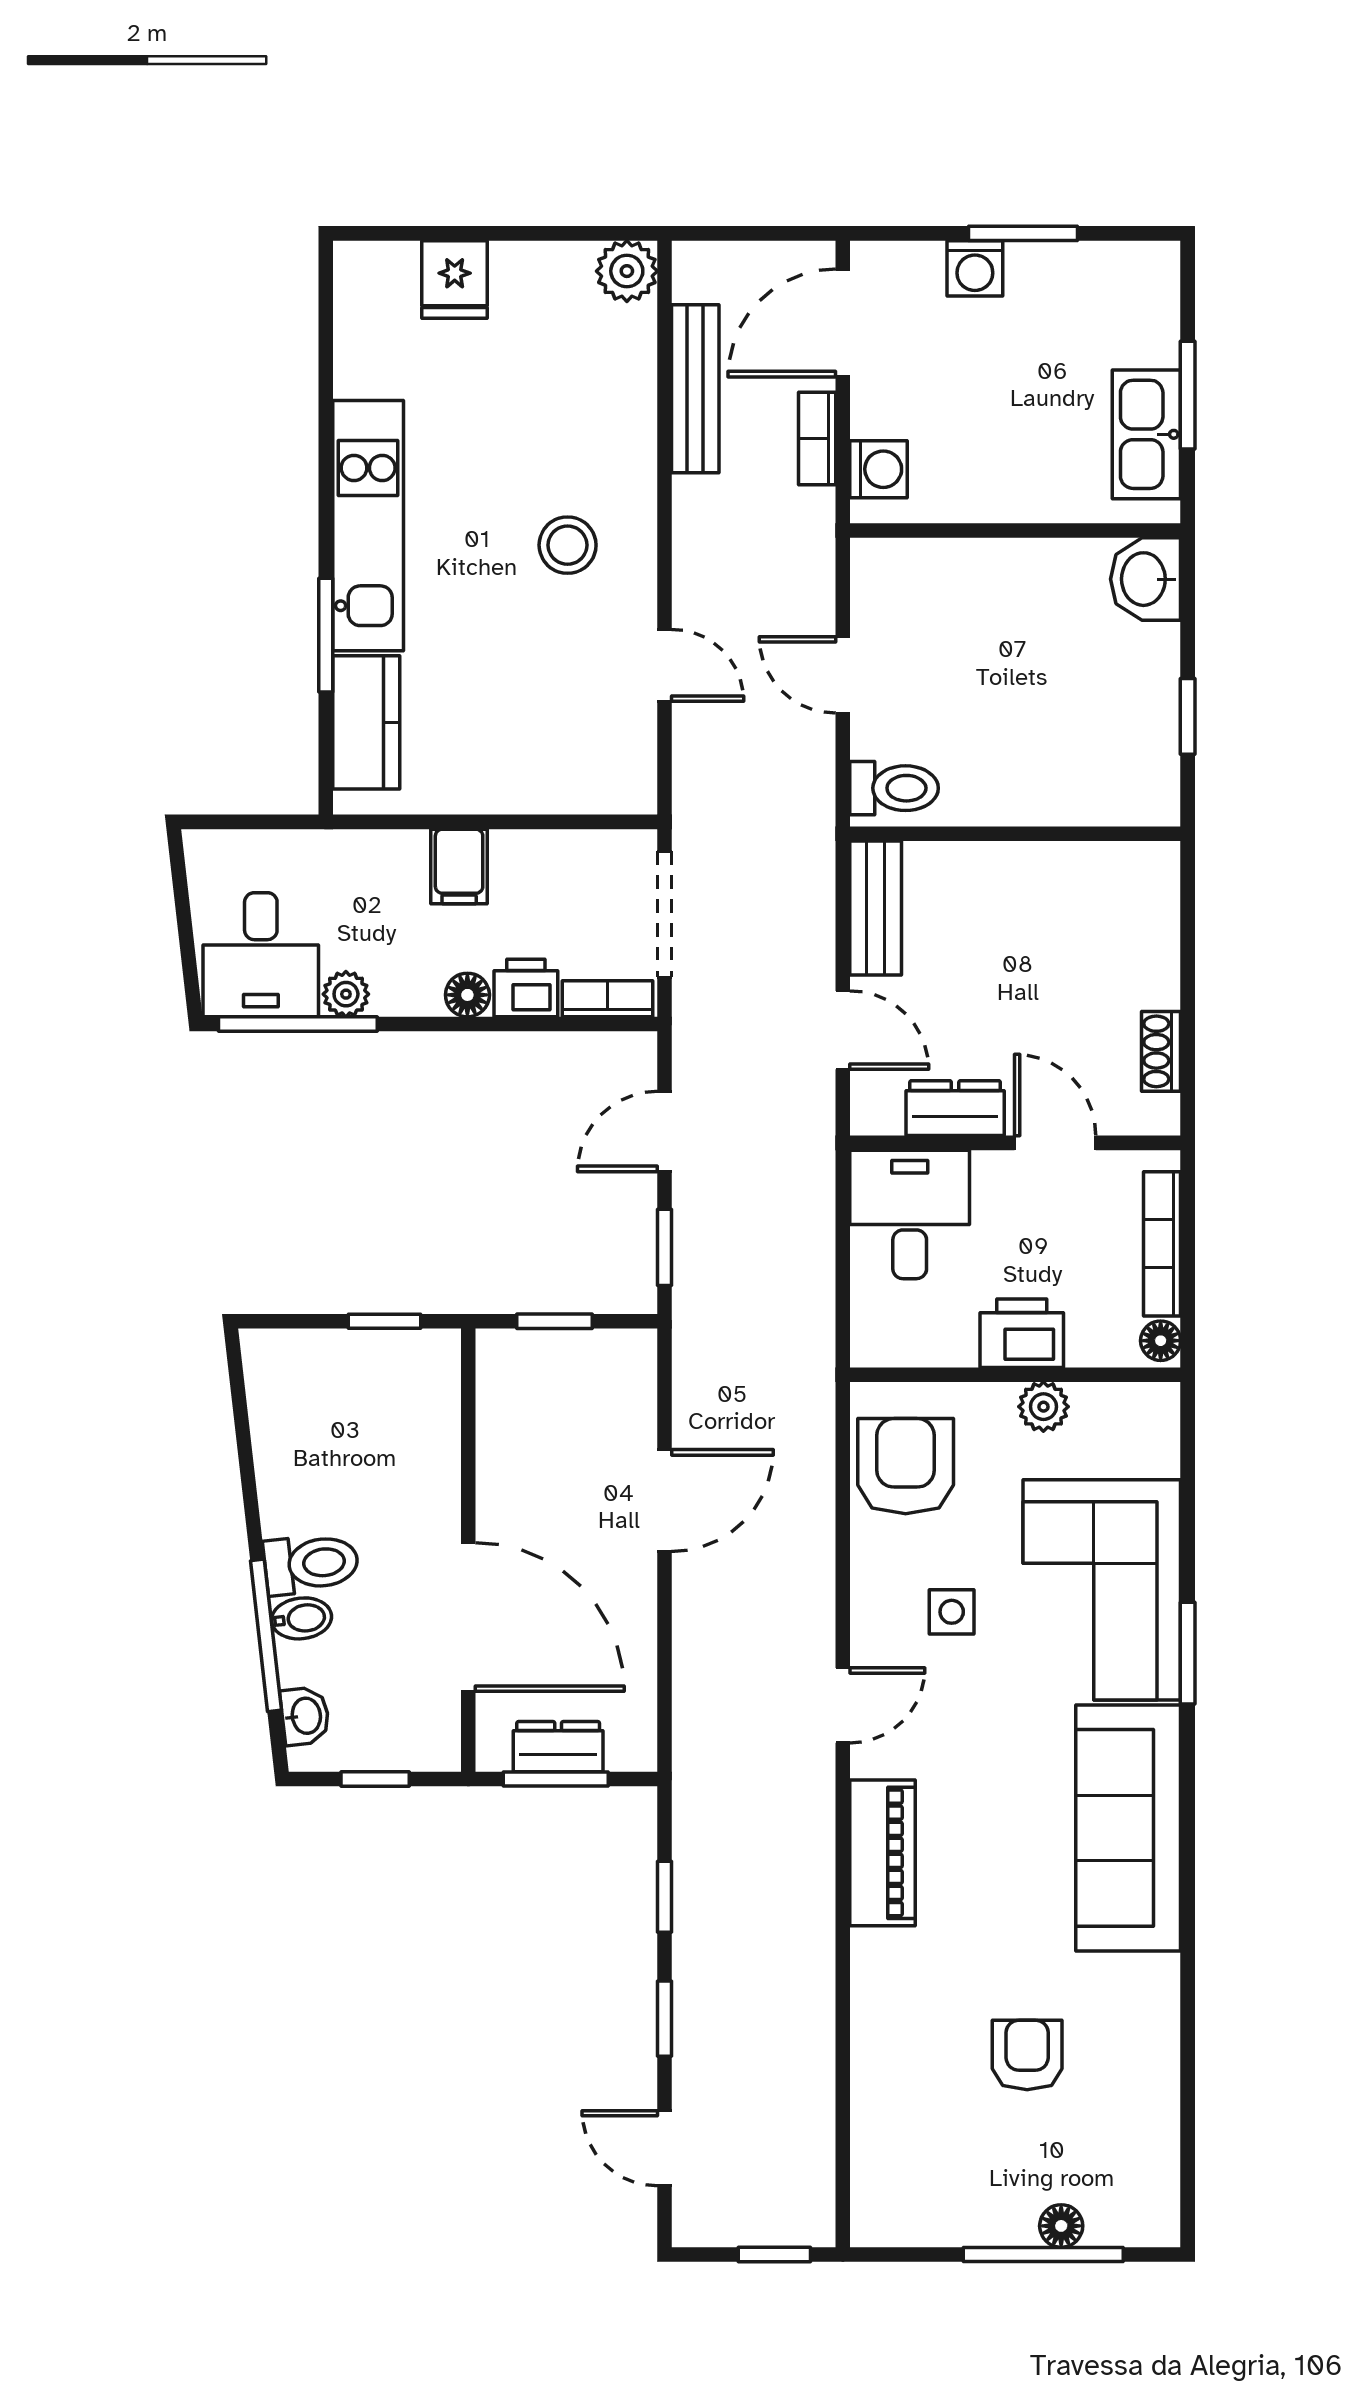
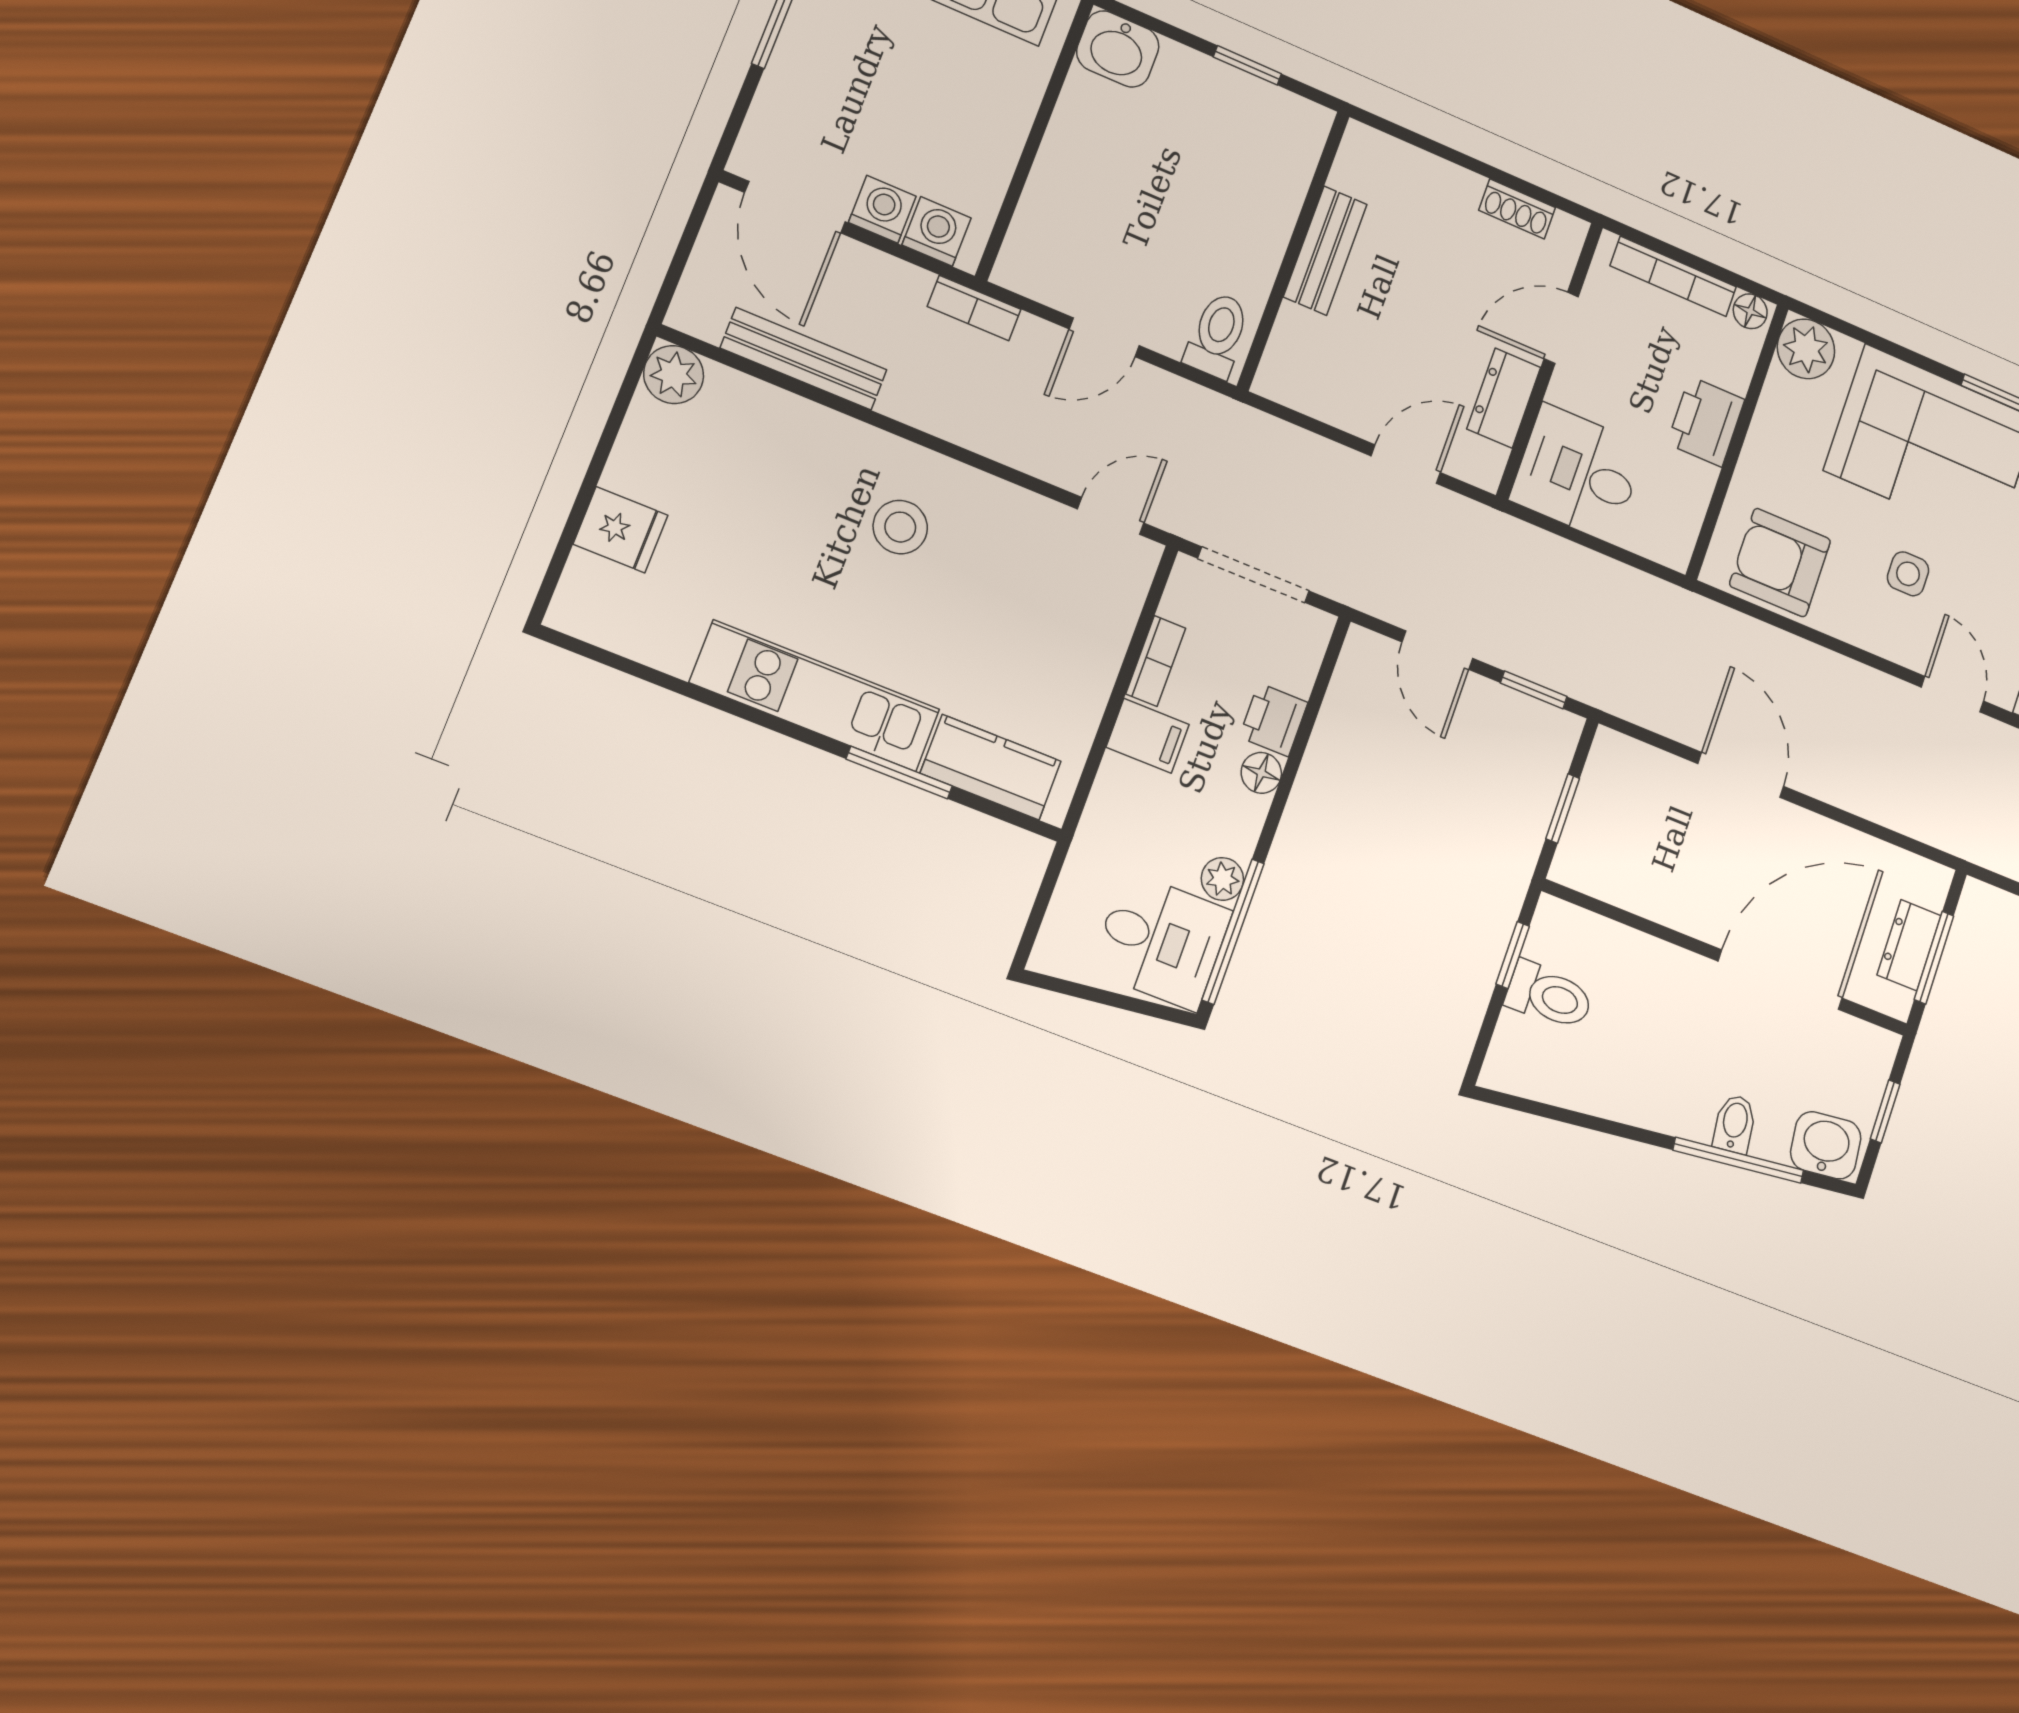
washing machine: (975, 268) -> (882, 209), moved, turned -90
bookcase: (817, 439) -> (974, 308), moved
door: (665, 665) -> (1111, 516), moved
bench: (876, 908) -> (1325, 251), moved, turned 90
bookcase: (608, 999) -> (1156, 661), moved, turned 180
plant: (1043, 1407) -> (1806, 349), moved, width x1.38, depth x1.38
toilet: (311, 1564) -> (1549, 996), moved, turned 97
washbasin: (305, 1716) -> (1826, 1145), width x1.38, depth x1.45

